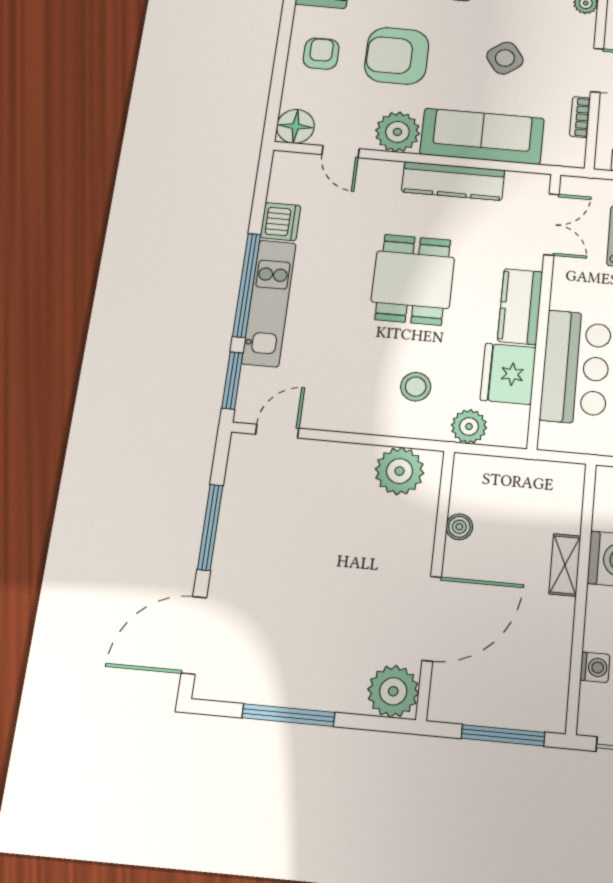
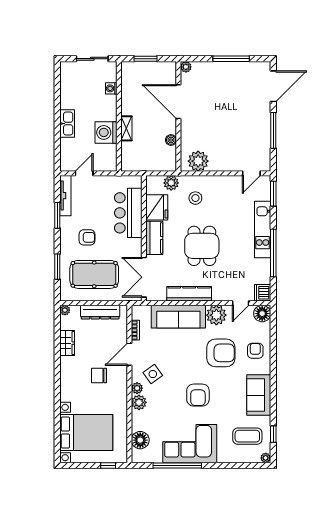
armchair: (321, 54) -> (255, 351), turned 180
side table: (505, 58) -> (153, 374), moved
door: (340, 152) -> (241, 303), swing flipped
dishwasher: (280, 222) -> (263, 293), moved
double door: (551, 224) -> (144, 277), width x1.37
window: (247, 285) -> (273, 253), moved
door: (432, 619) -> (178, 102), hinge flipped
plant: (393, 691) -> (186, 67), width x0.53, depth x0.53
window: (503, 735) -> (145, 59), width x0.69

